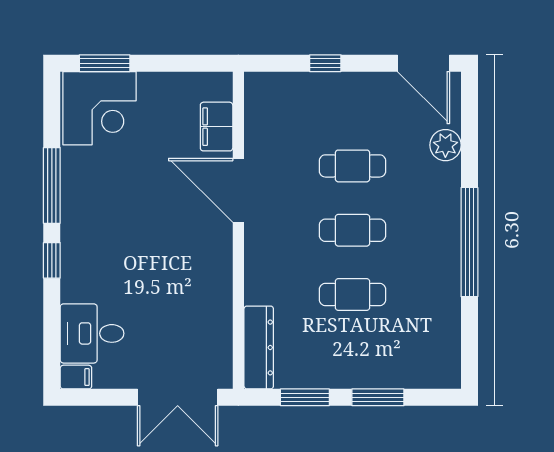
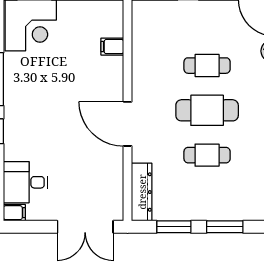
filing cabinet: (217, 127) -> (112, 47), width x0.50
door: (238, 190) -> (128, 124), moved
cafe table: (352, 230) -> (207, 110), width x1.37, depth x1.35

